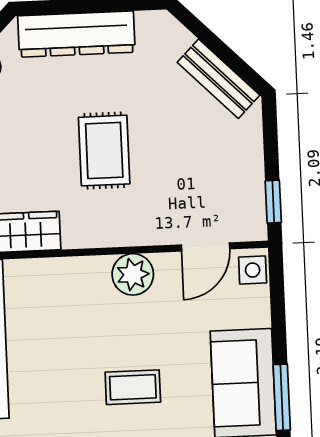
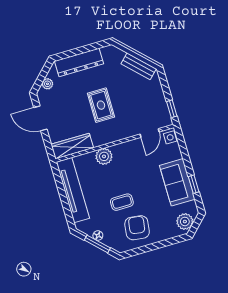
plant: (133, 274) -> (104, 156), moved
coffee table: (133, 387) -> (122, 202), moved
window: (282, 397) -> (194, 184), width x0.67

